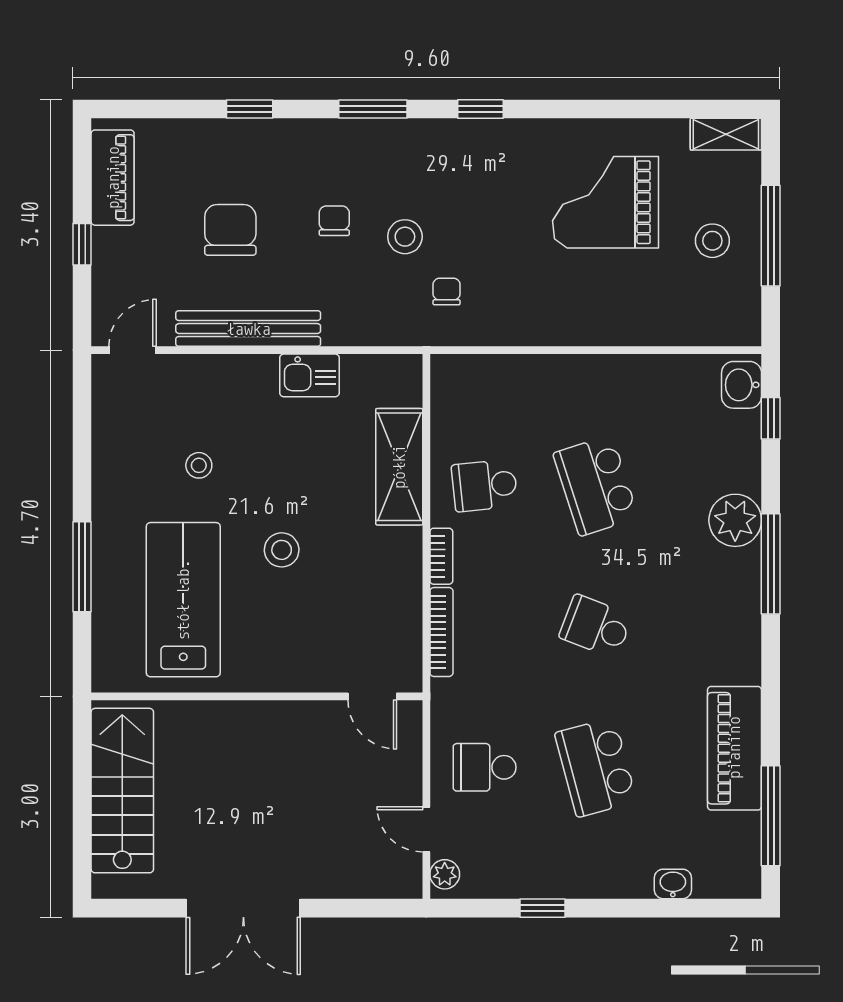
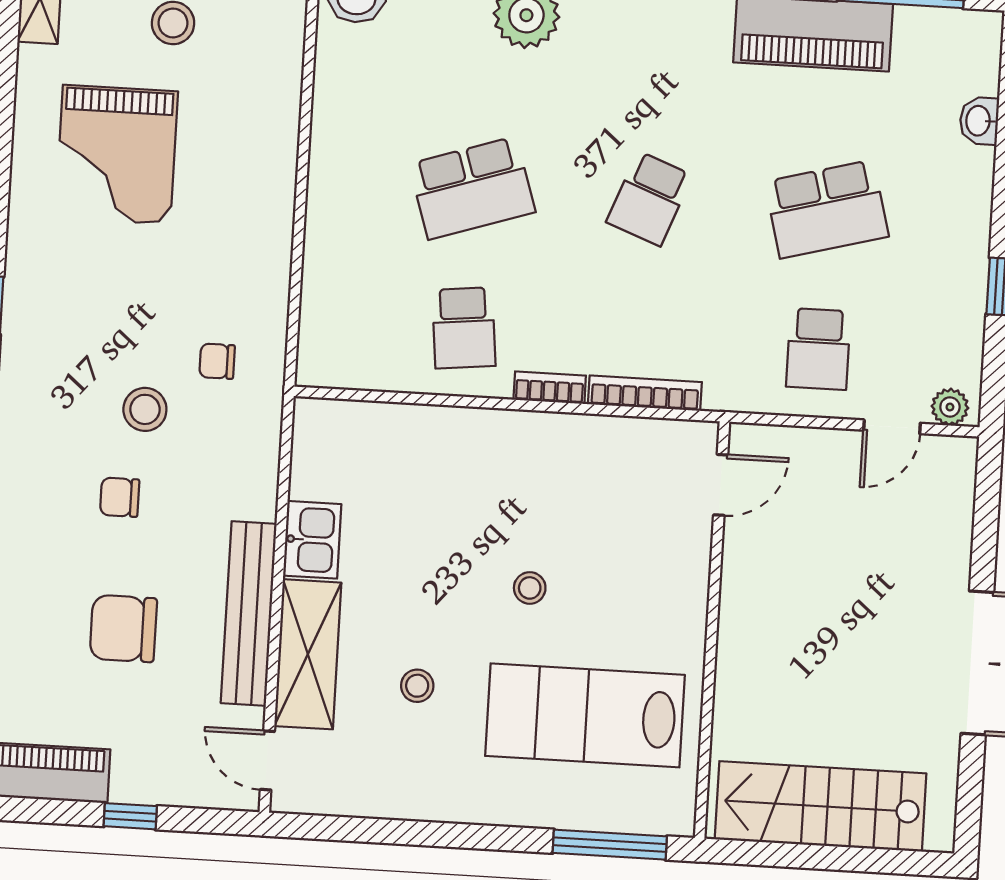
shelving: (399, 467) -> (308, 654), moved, turned 90
stool: (282, 550) -> (530, 588), width x0.73, depth x0.73
window: (82, 567) -> (610, 845), moved

